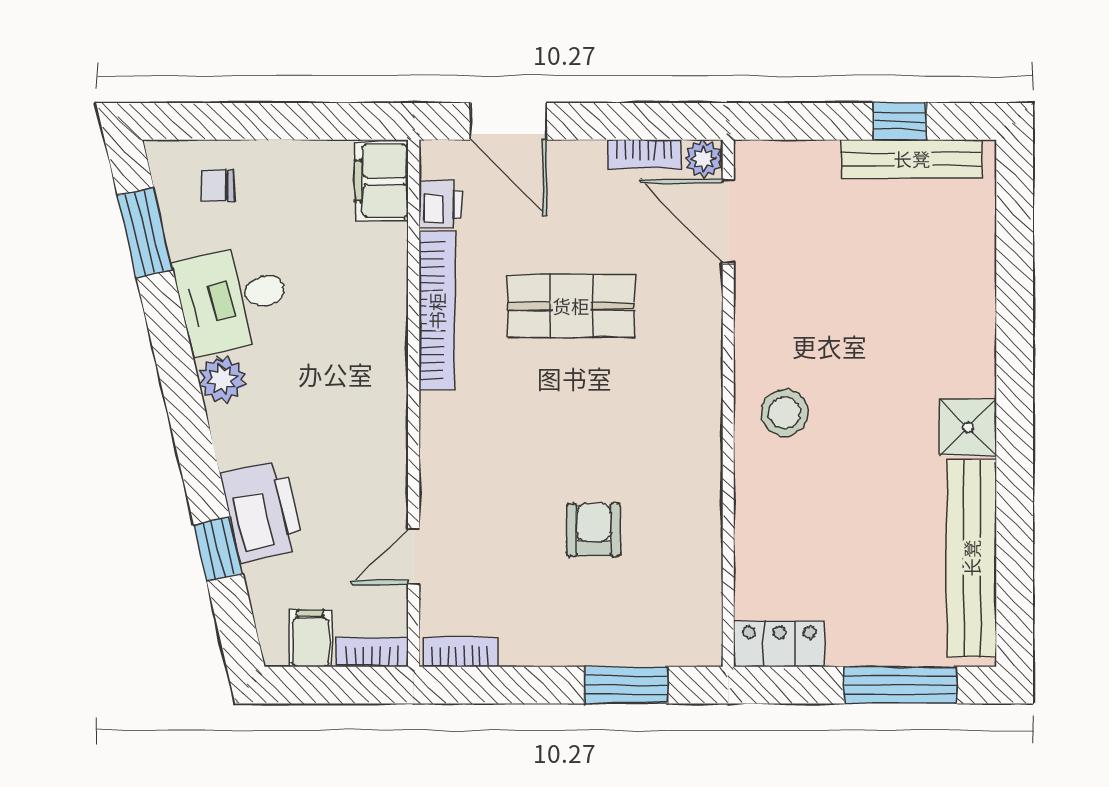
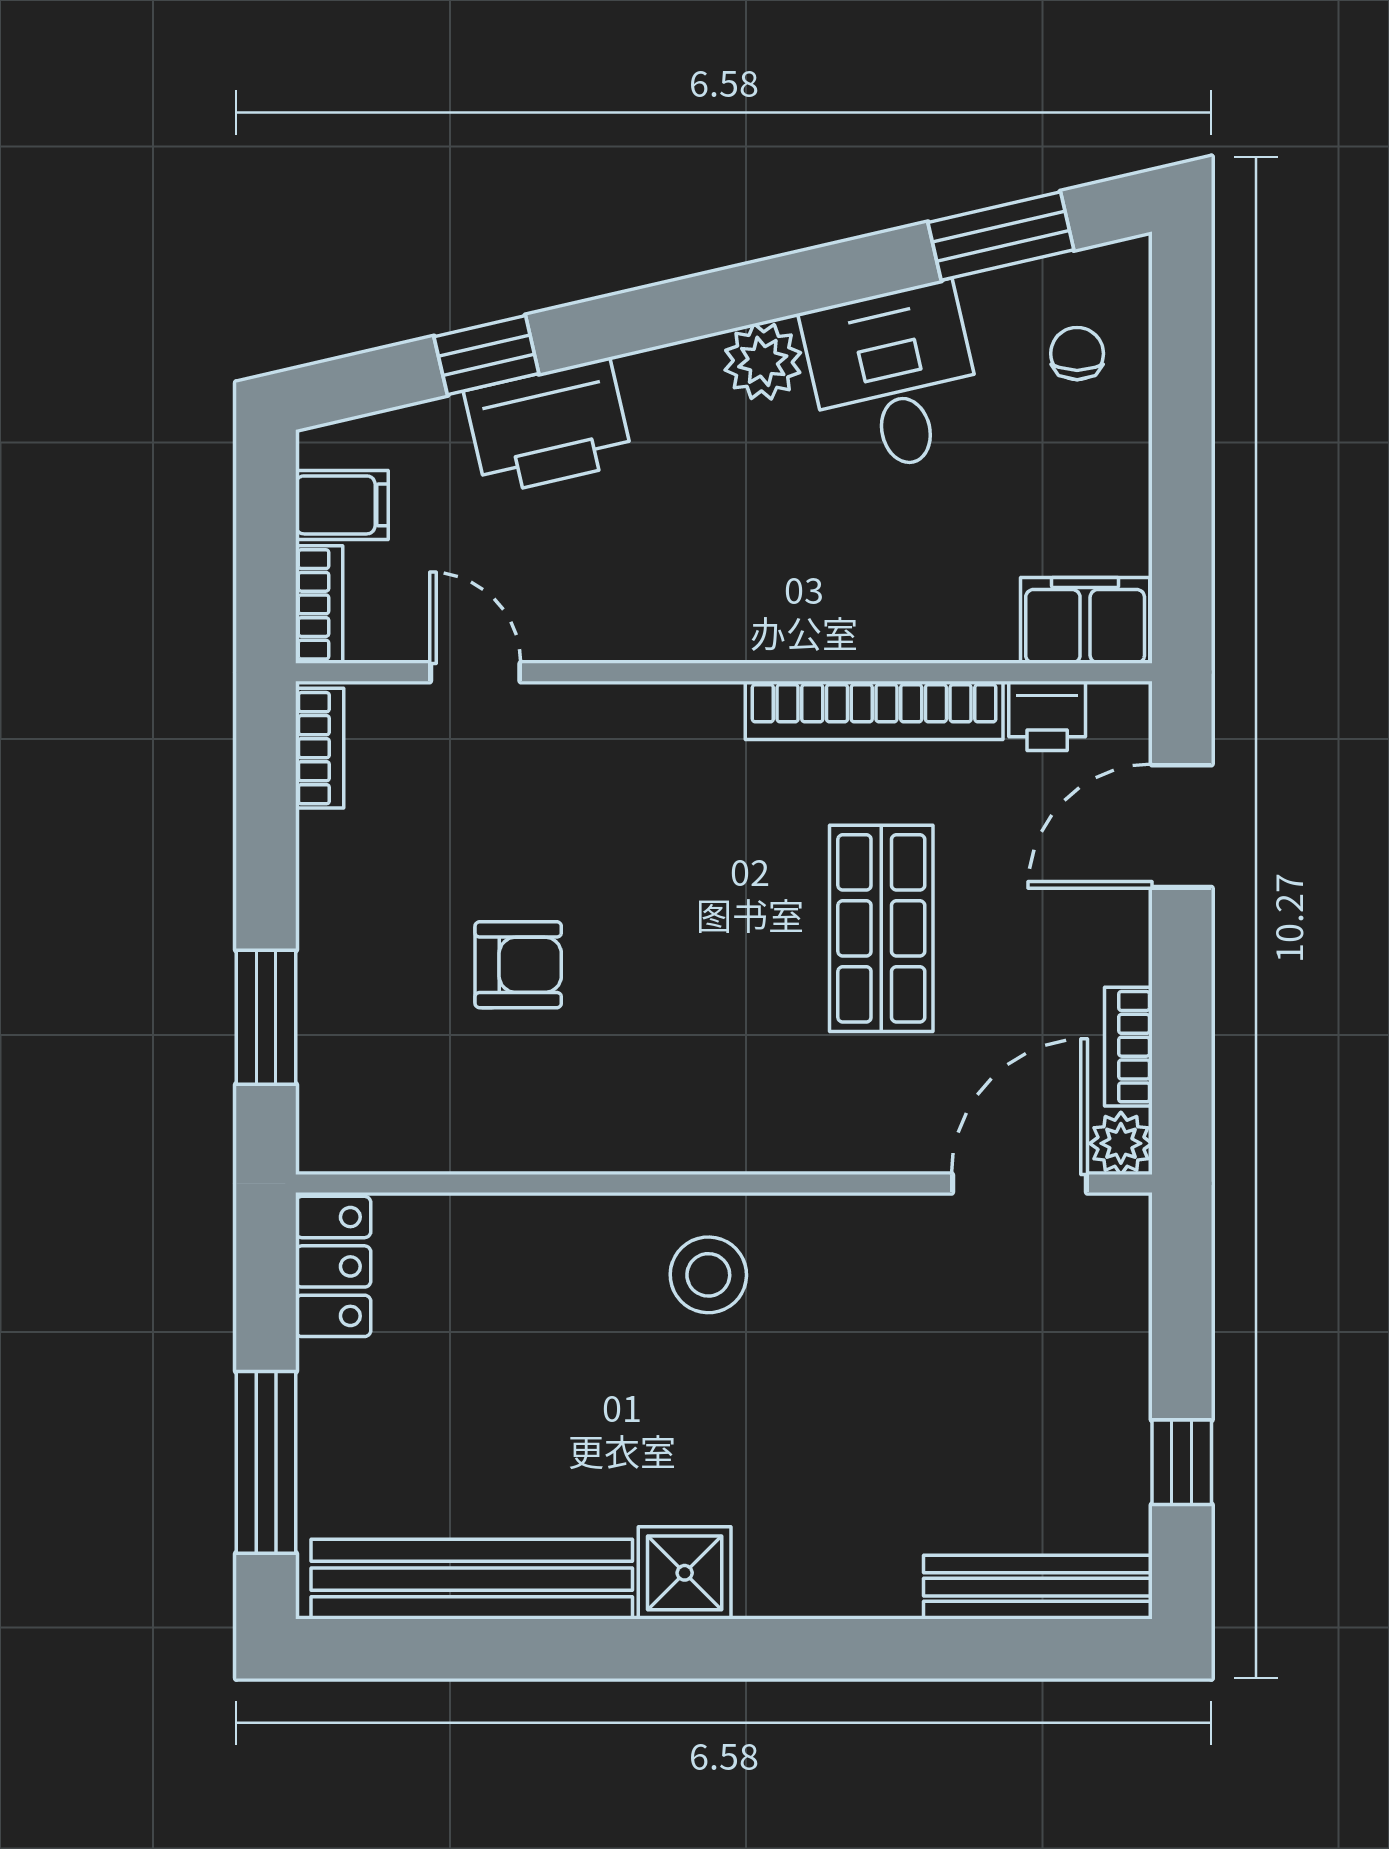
bench: (912, 159) -> (1038, 1587), moved, turned 90

